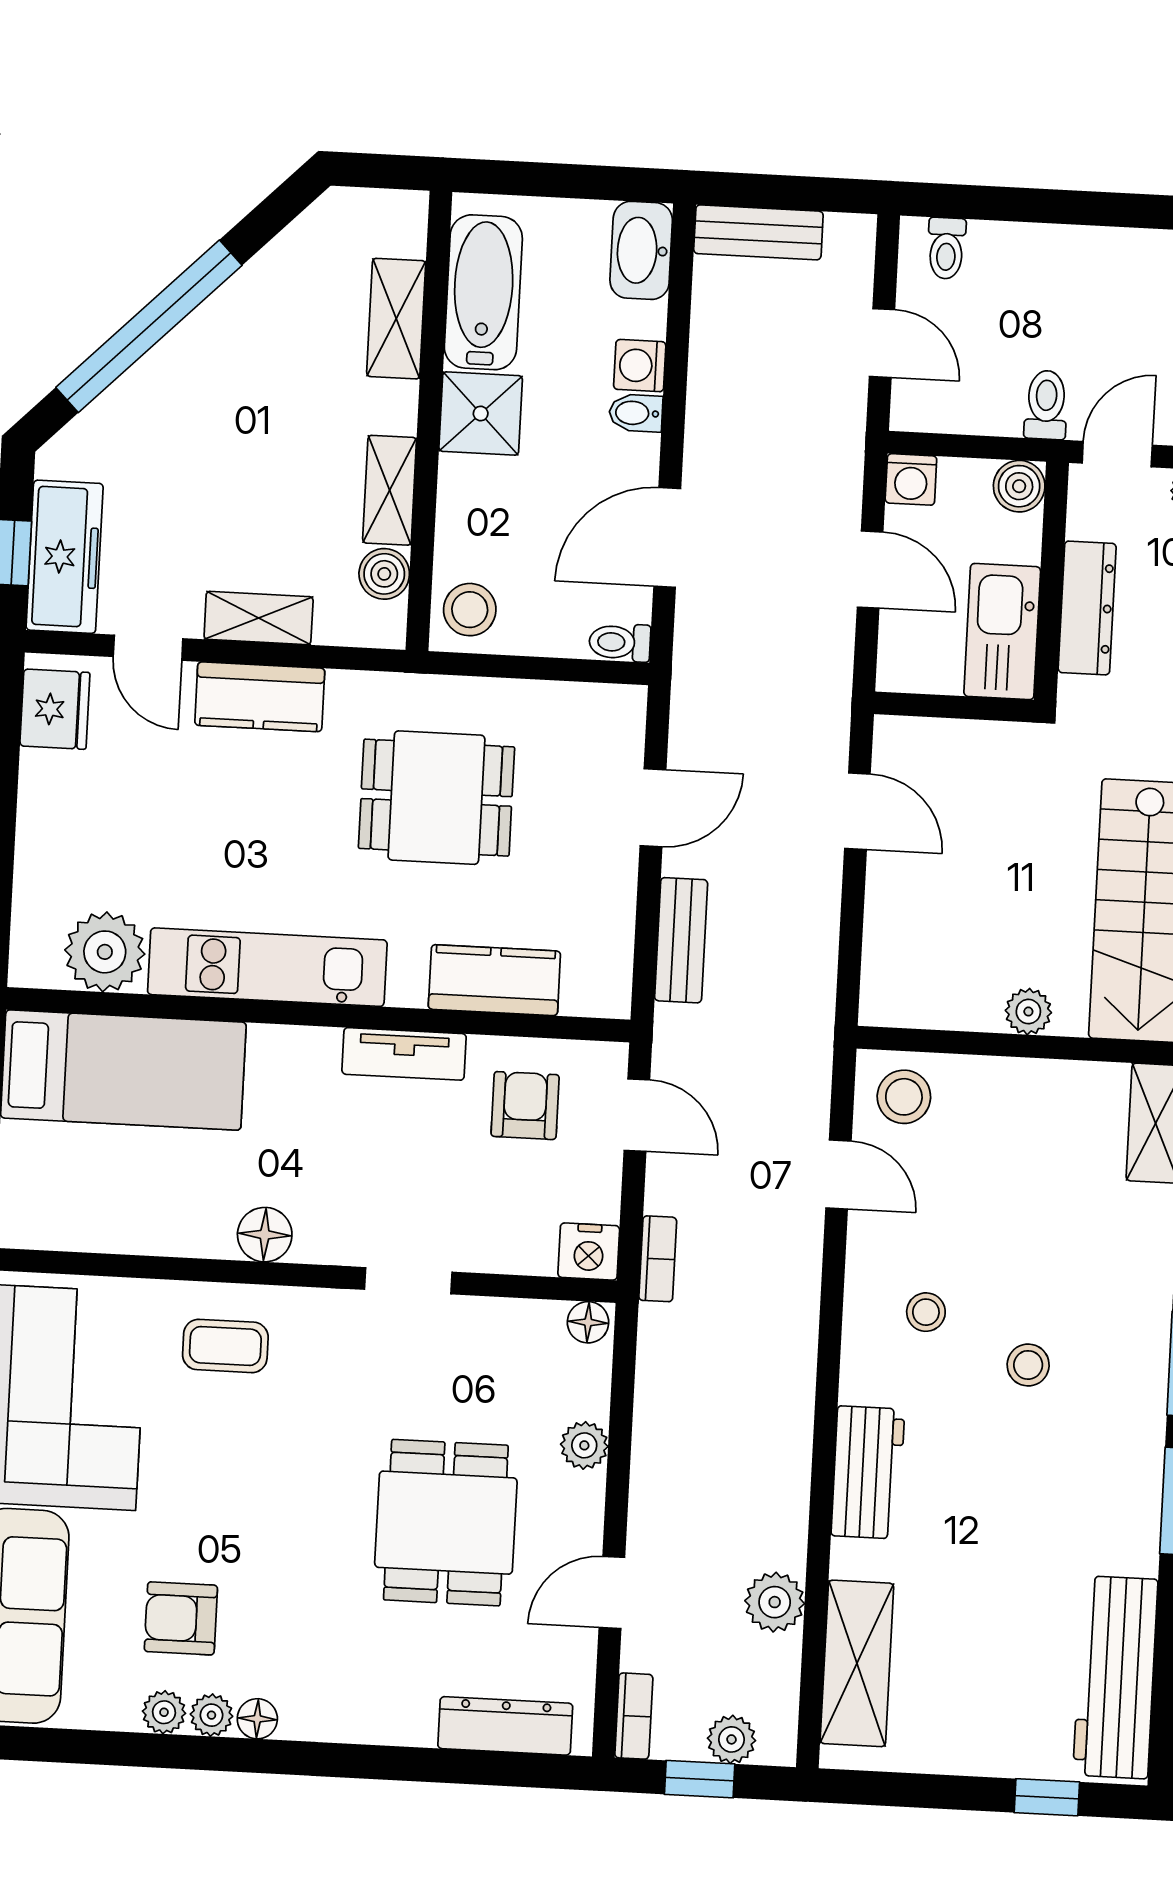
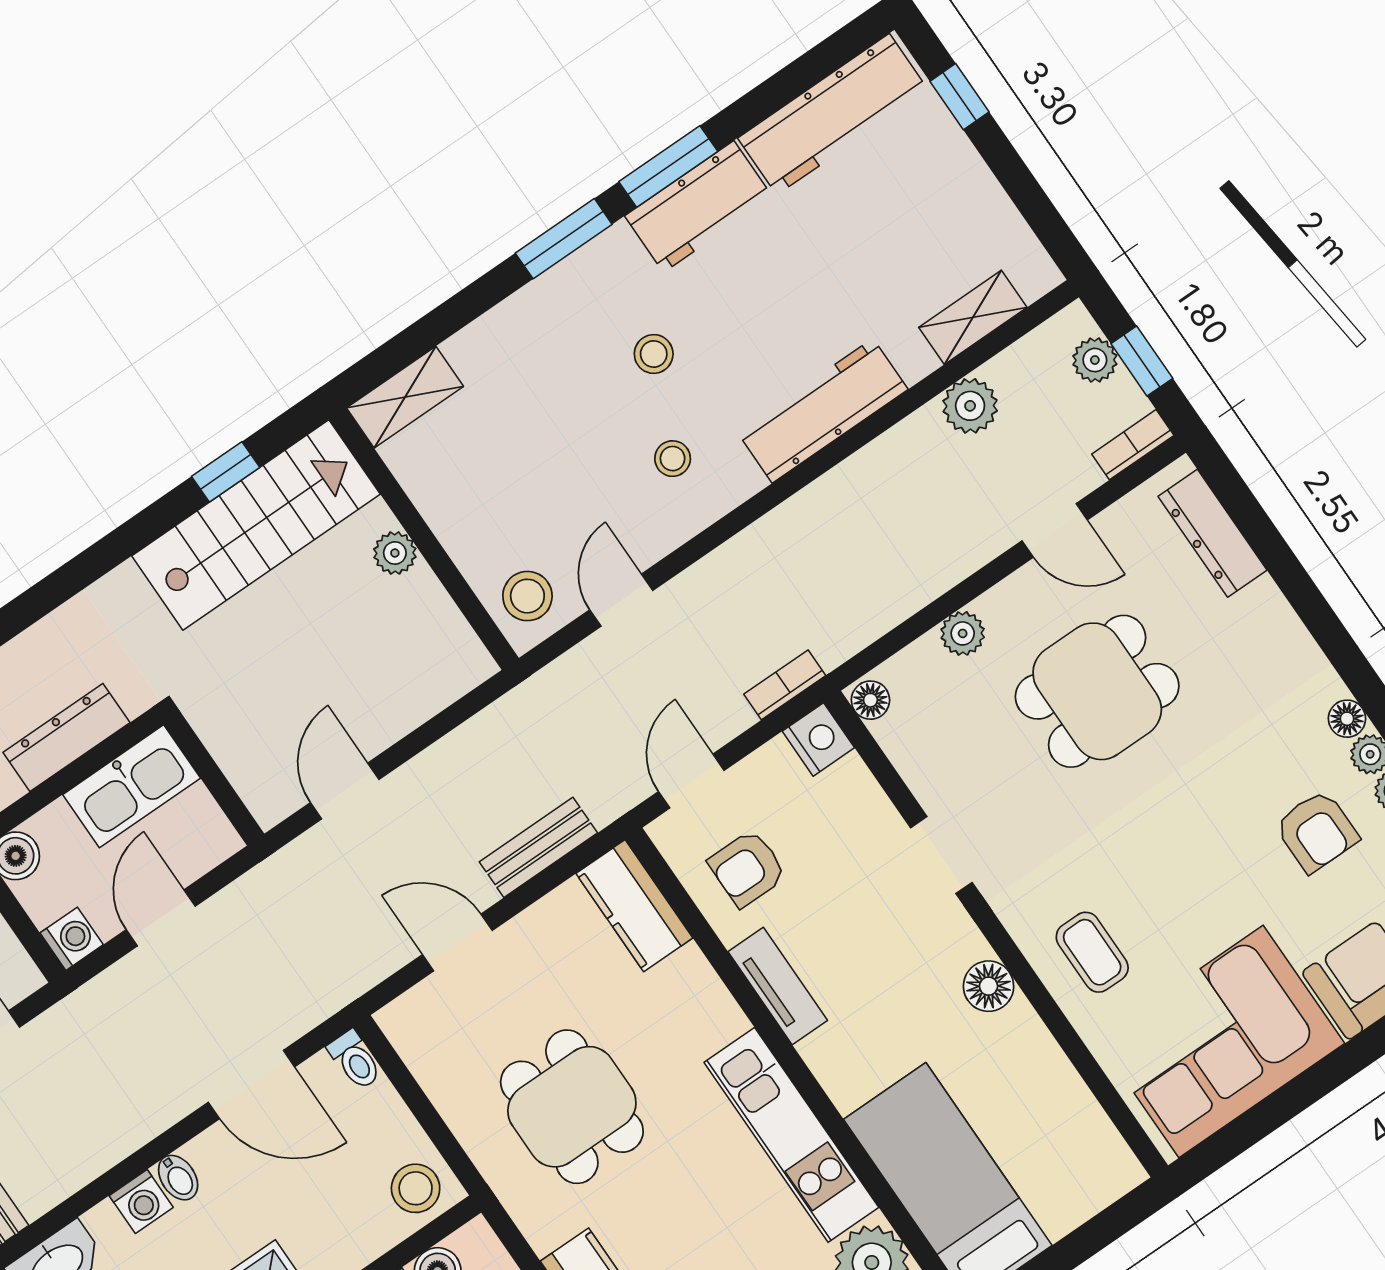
kitchen counter: (494, 980) -> (634, 906), moved
workbench: (868, 1472) -> (823, 411), width x1.37
workbench: (1125, 1501) -> (699, 206), added
shelving: (857, 1663) -> (973, 317), width x0.67, depth x0.75

